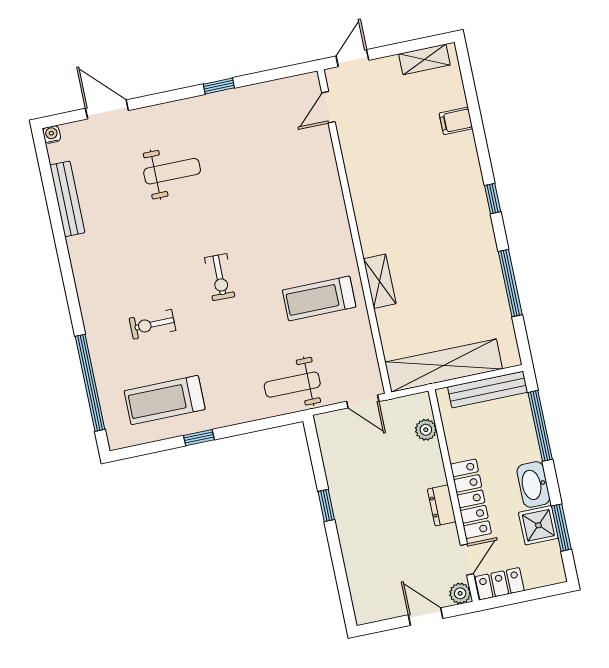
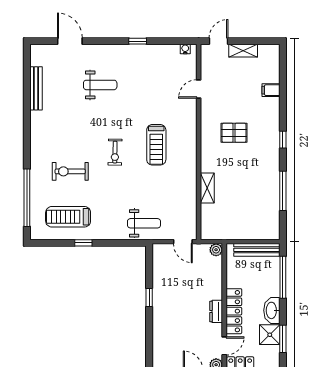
shelving: (424, 59) -> (243, 51), moved
door: (328, 107) -> (199, 89), moved
water cooler: (52, 134) -> (185, 49), moved
pallet: (410, 204) -> (234, 133), added
shelving: (380, 281) -> (207, 188), moved
treadmill: (319, 298) -> (156, 145), moved, turned -90
exercise bike: (152, 324) -> (70, 171), width x1.38, depth x1.39
shelving: (444, 366) -> (234, 231), removed
weight bench: (292, 385) -> (144, 223), turned 180
plant: (426, 430) -> (216, 250), moved

